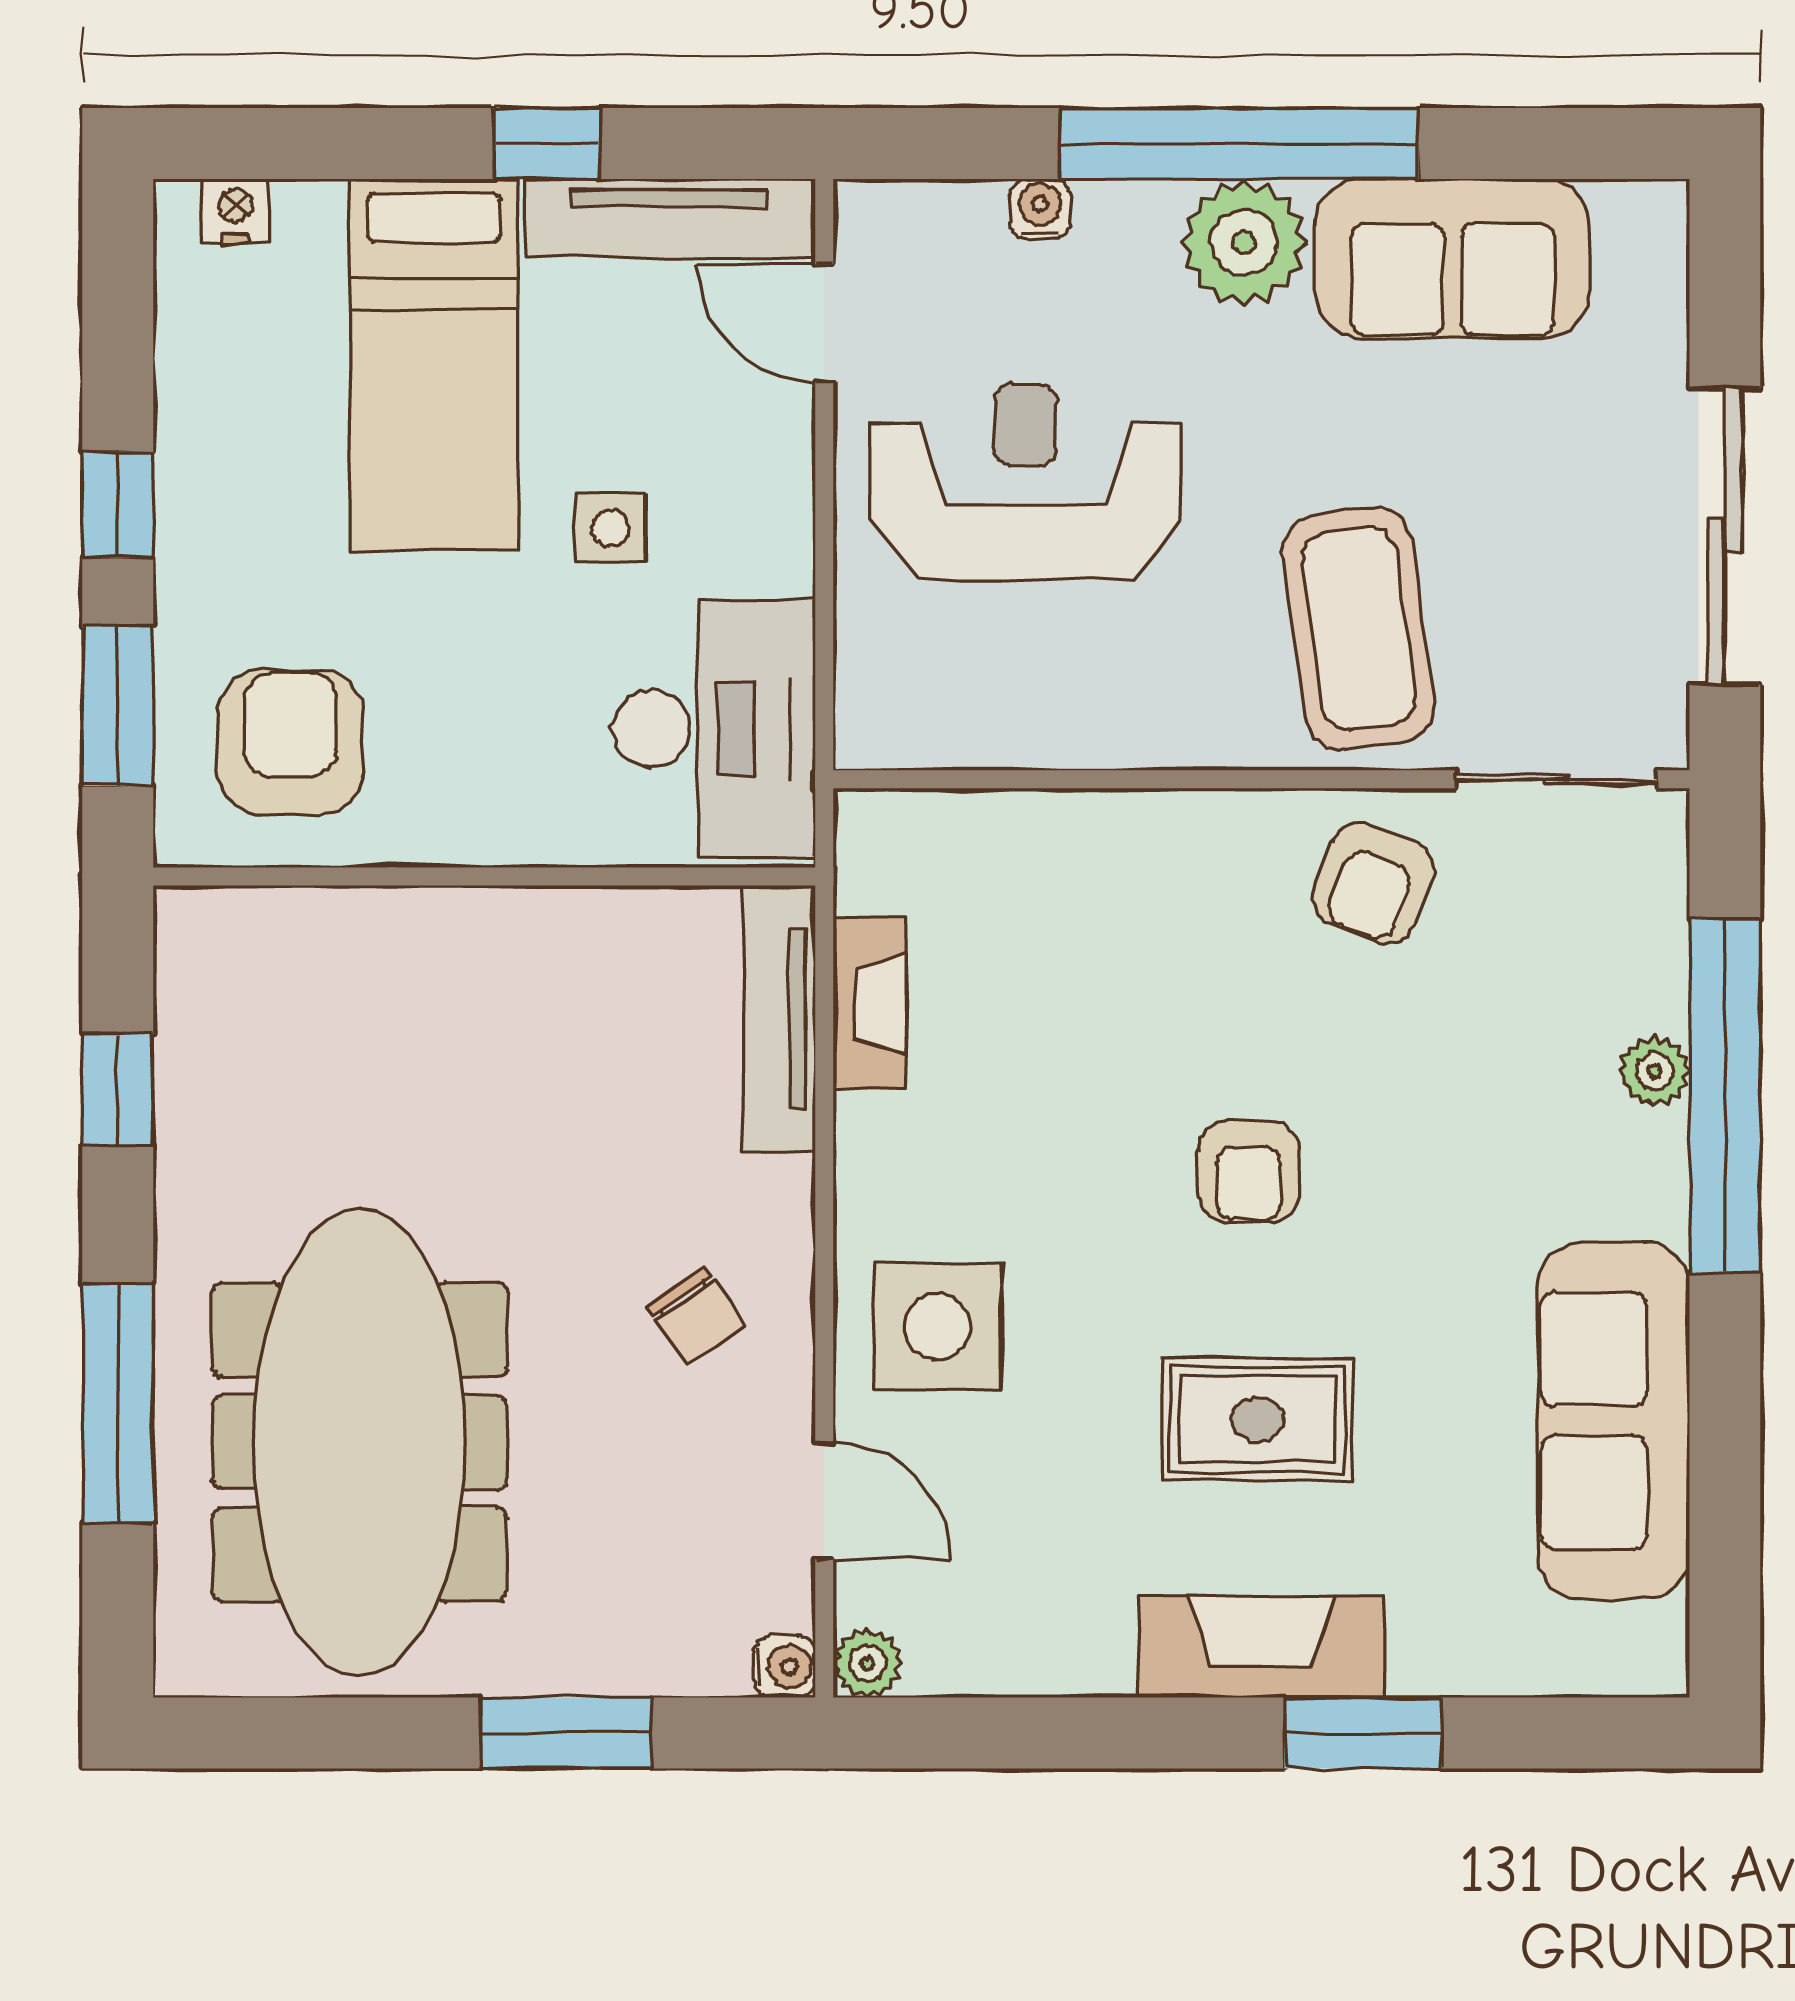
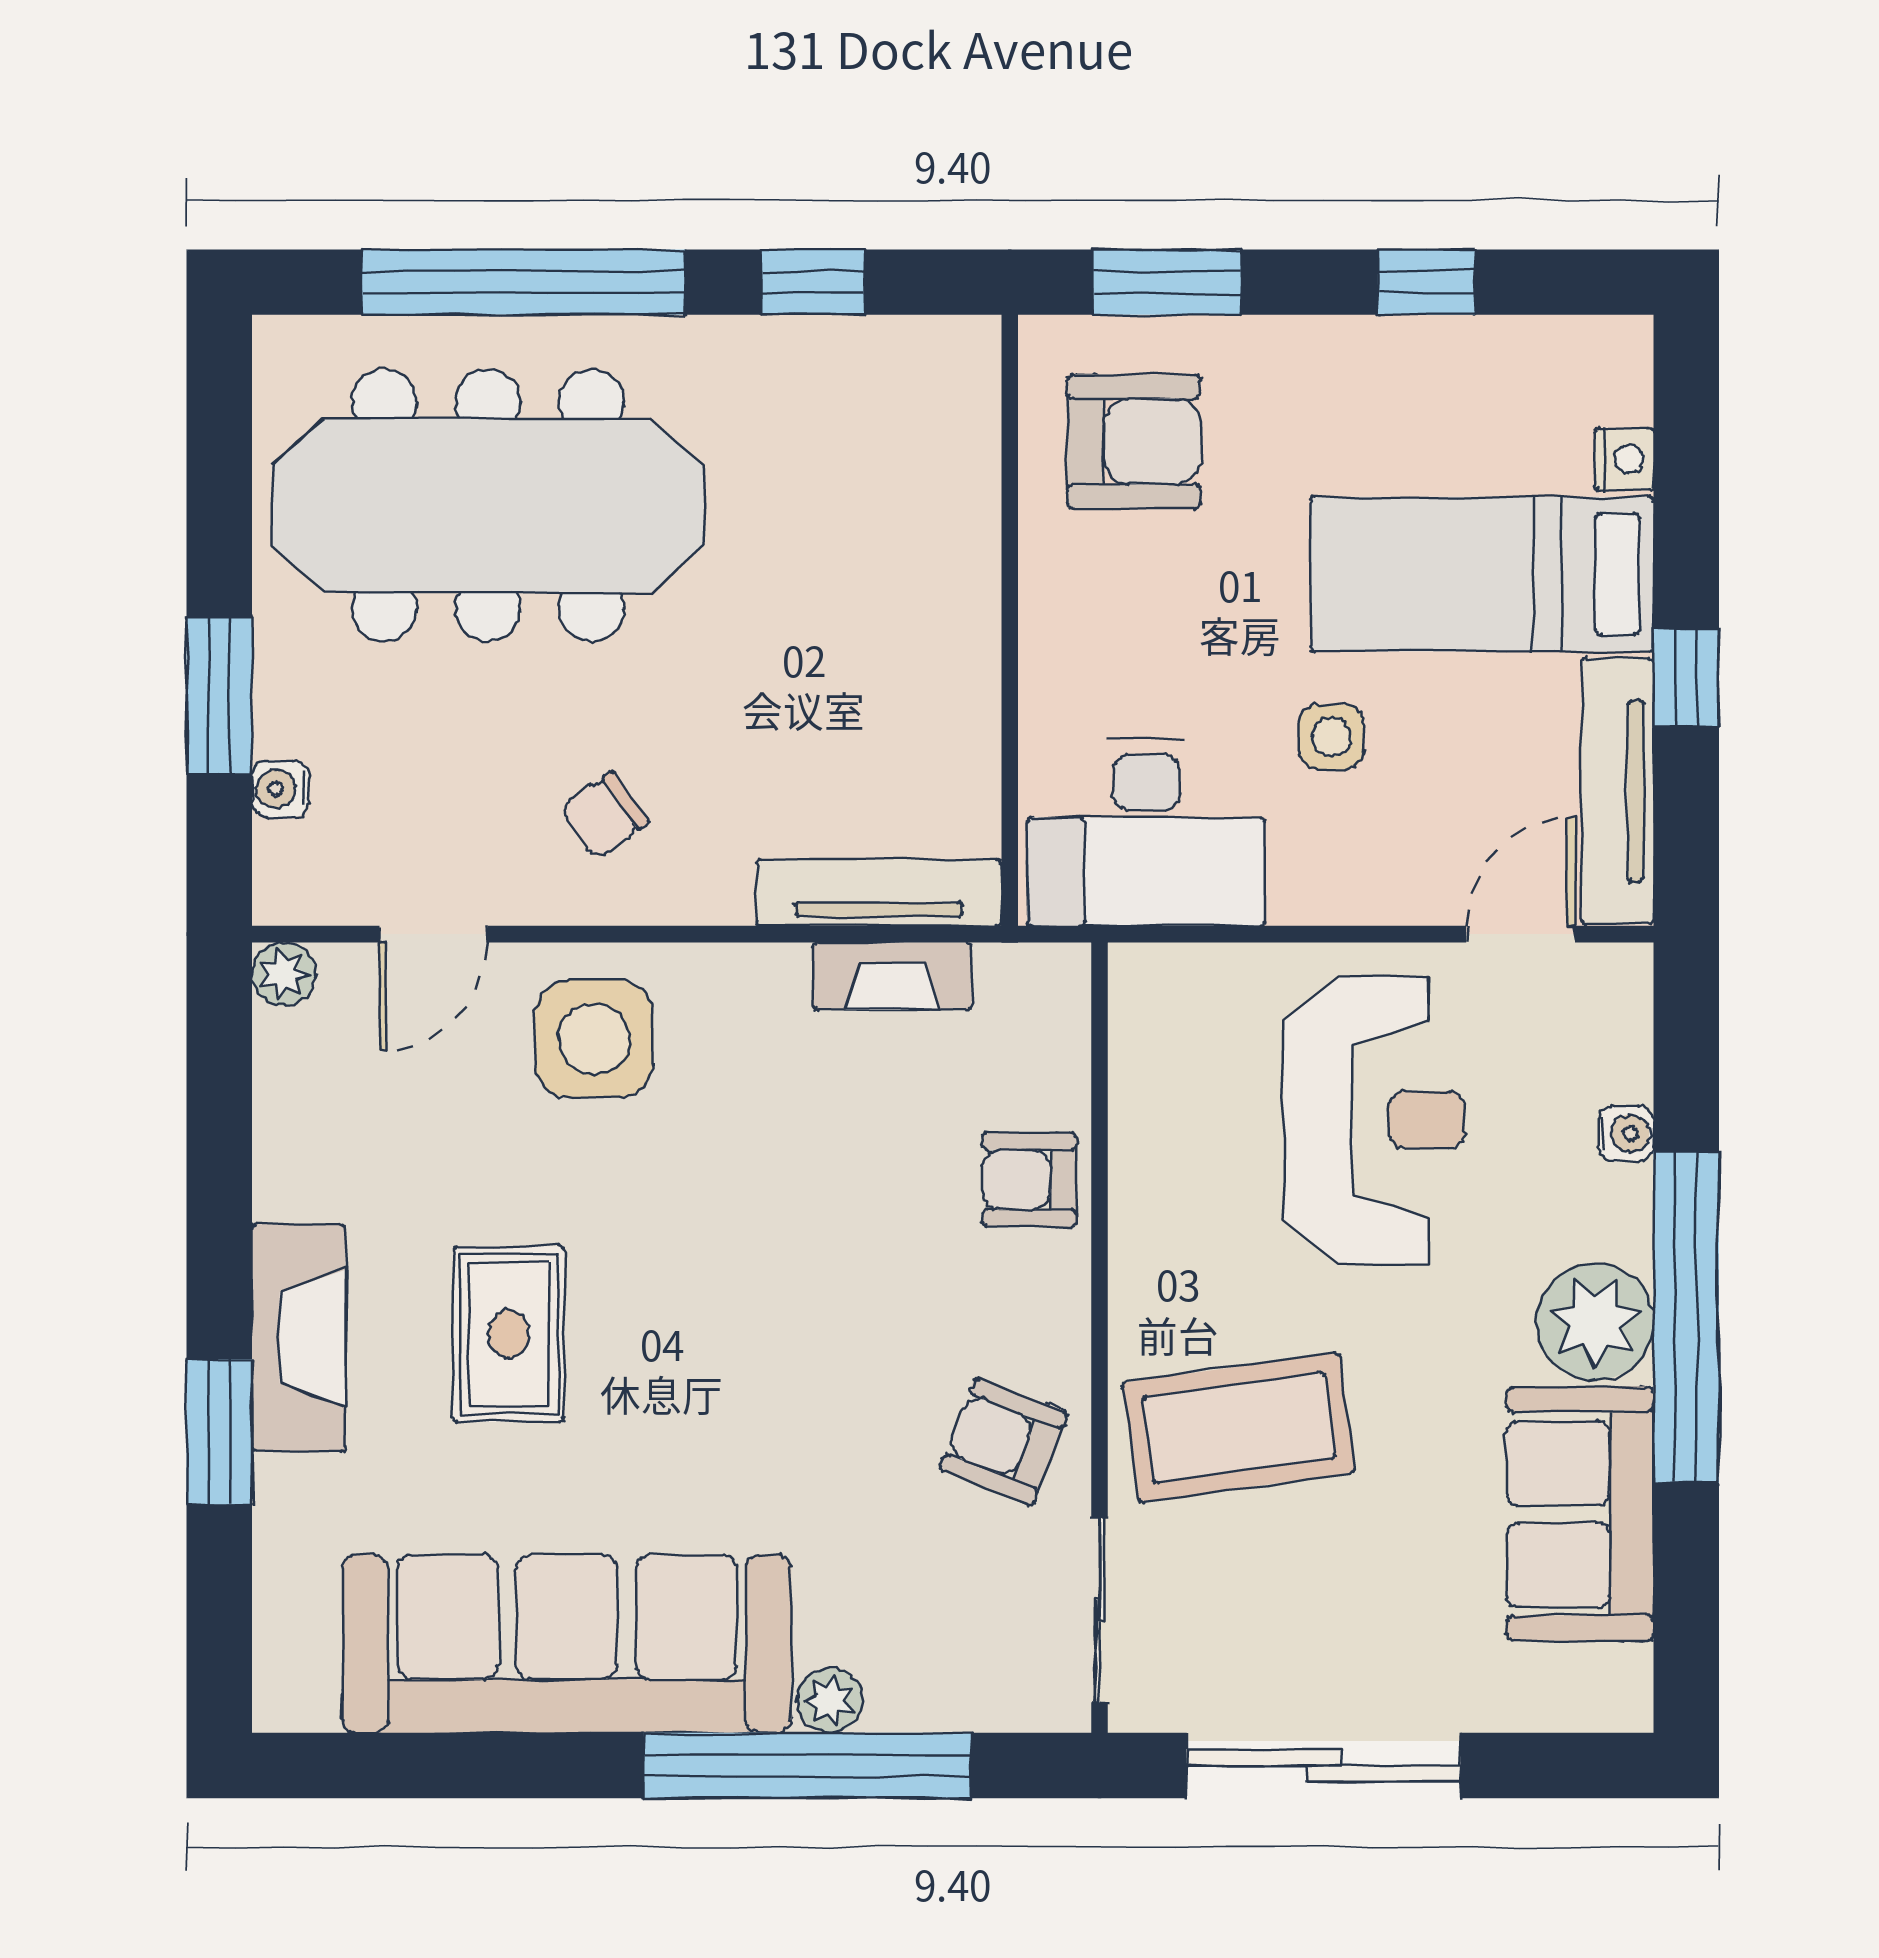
nightstand: (236, 211) -> (1624, 459), moved
window: (118, 504) -> (1426, 282), moved
armchair: (1249, 1171) -> (1030, 1180), moved
window: (118, 1403) -> (524, 282), width x1.46
sofa: (1614, 1421) -> (567, 1644), width x1.36, depth x1.27
water cooler: (784, 1667) -> (280, 789), moved, turned 90

